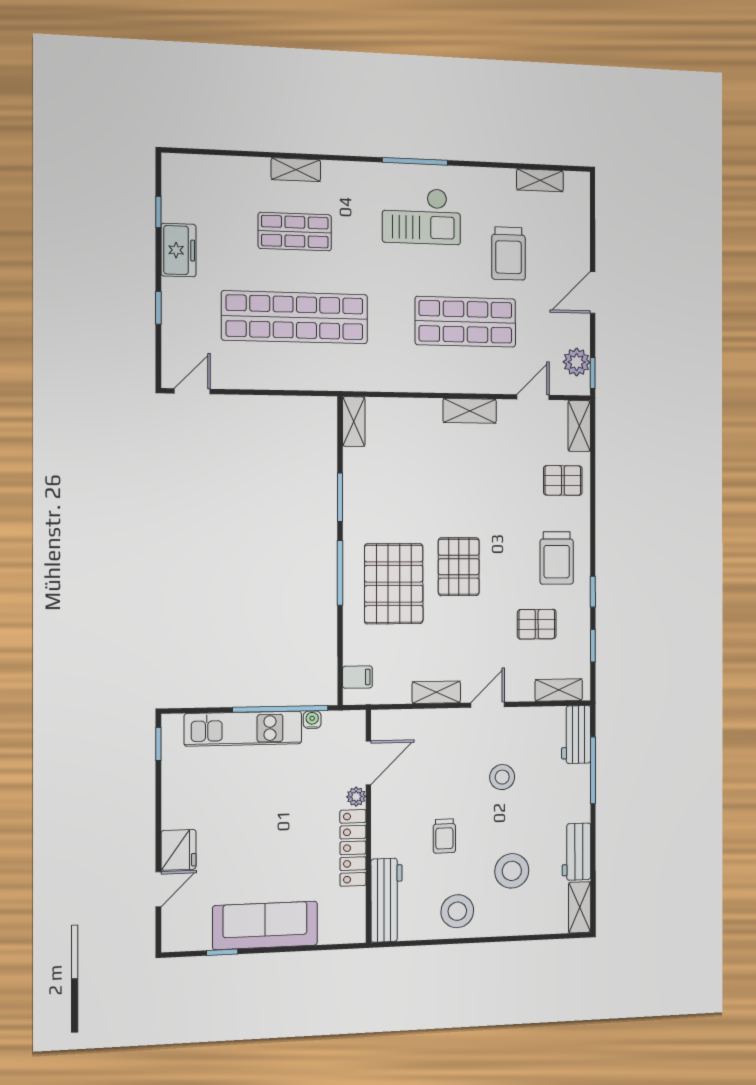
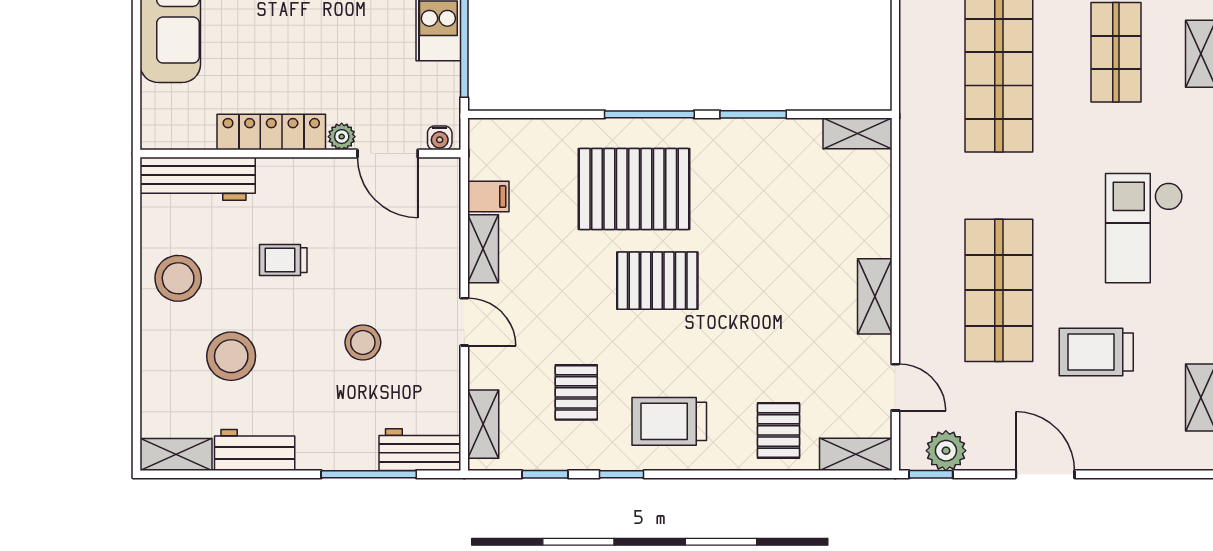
filing cabinet: (357, 677) -> (488, 197), moved, turned -90
water cooler: (312, 720) -> (440, 138), moved, turned 90

